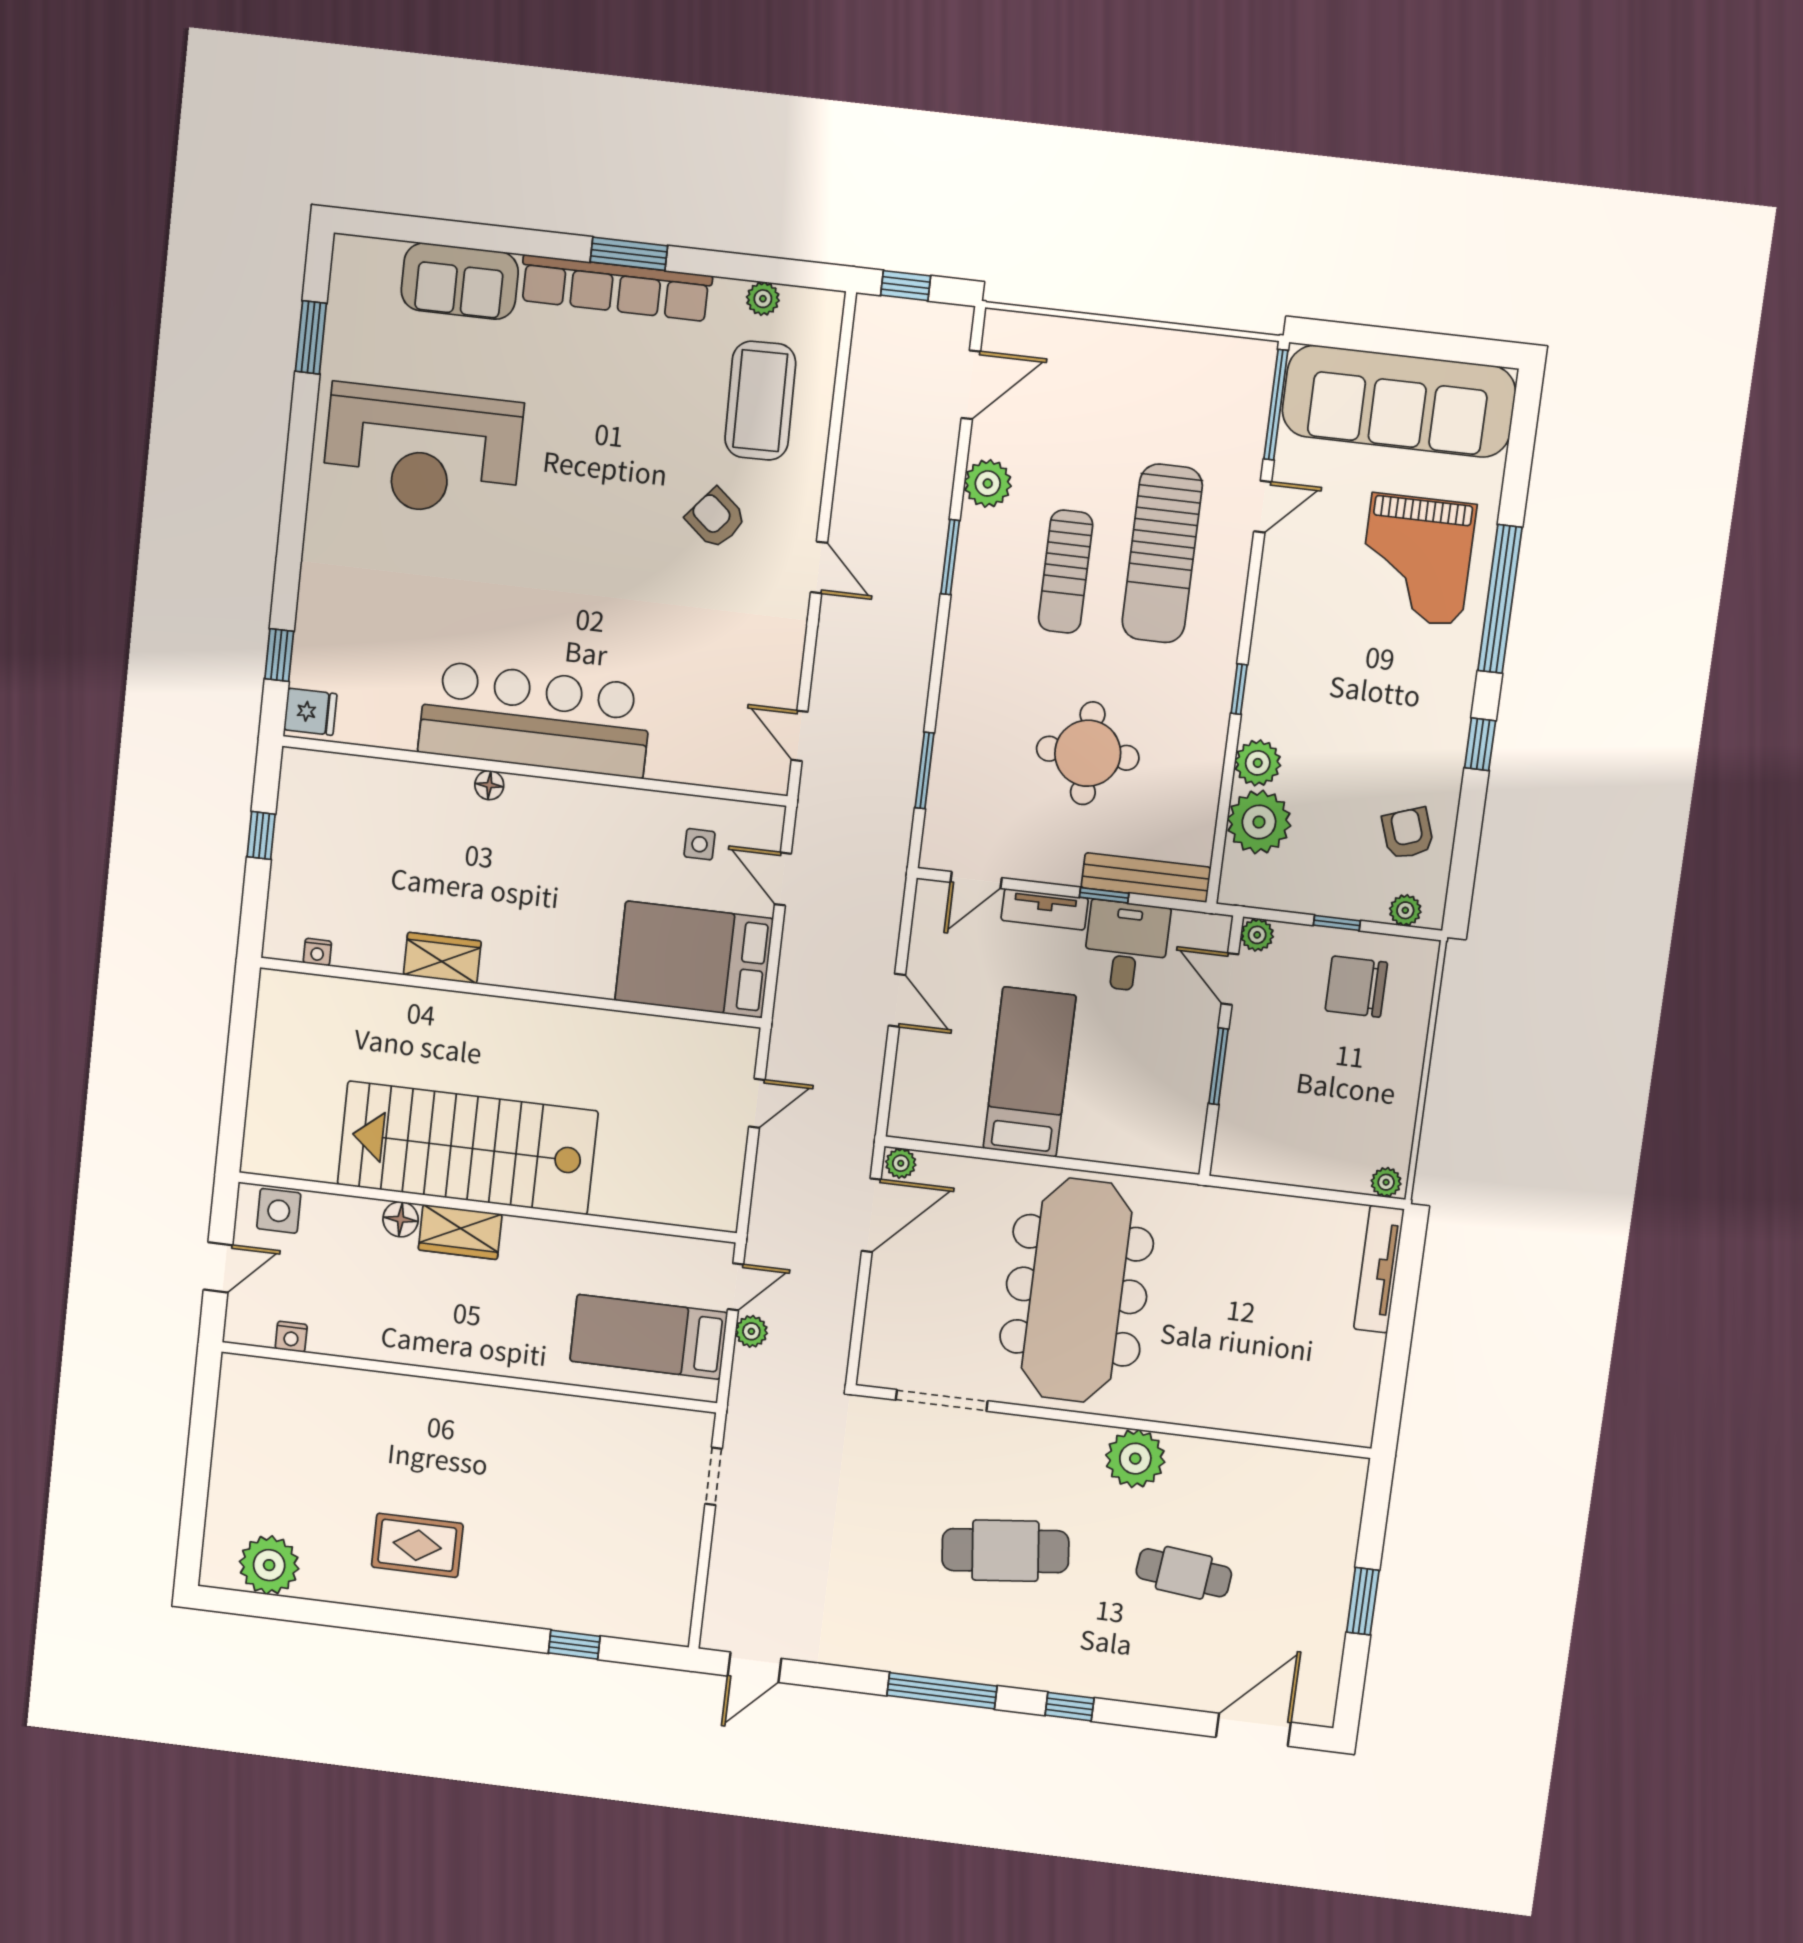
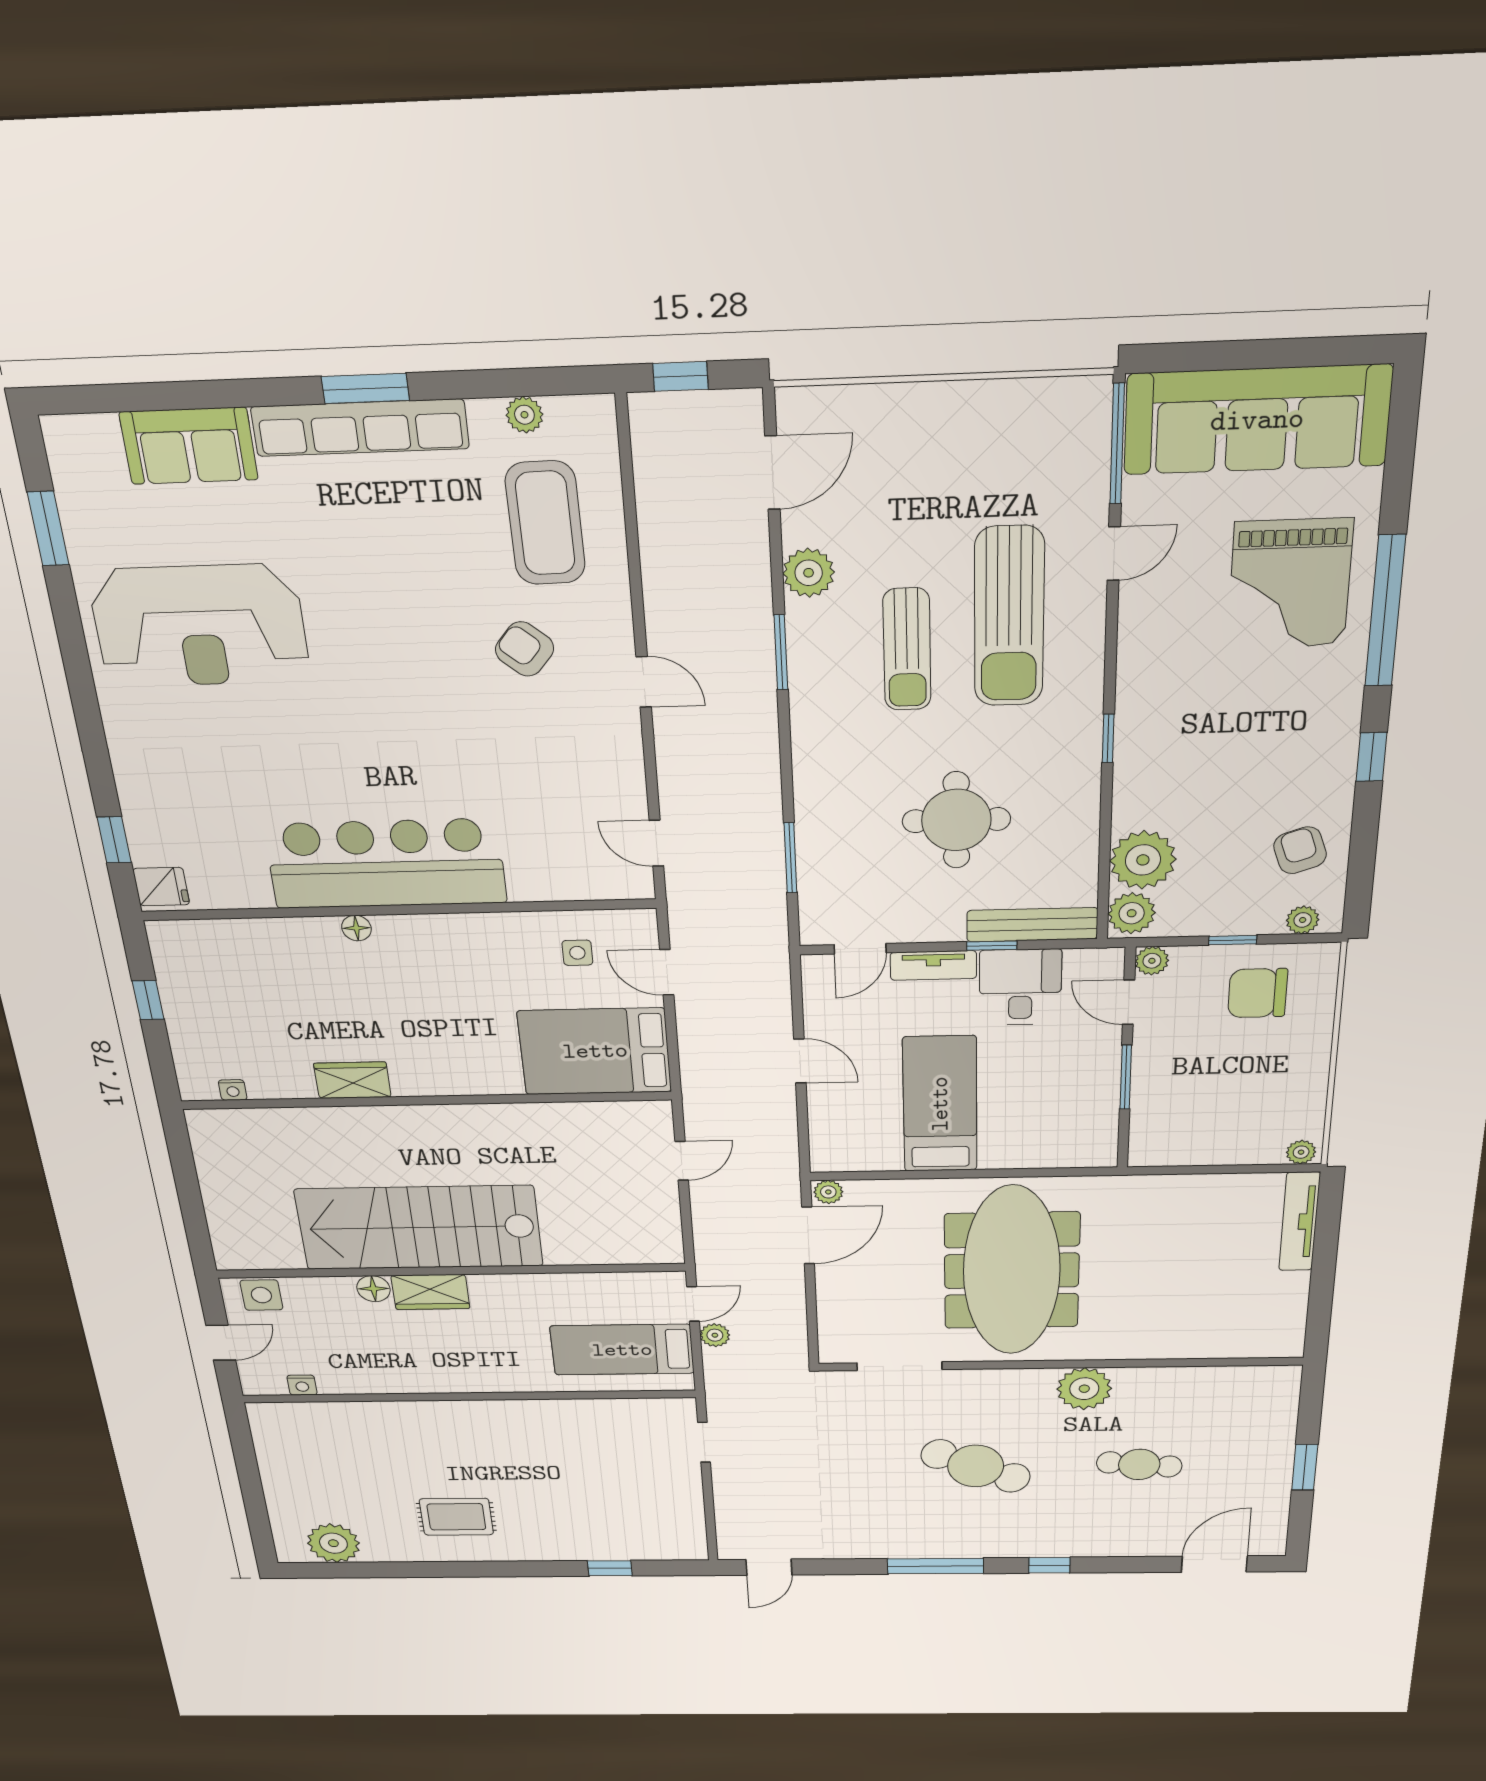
plant: (1258, 763) -> (1132, 913), moved
cafe table: (1005, 1551) -> (976, 1466), turned 30

